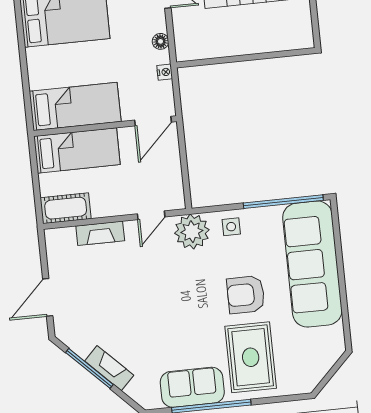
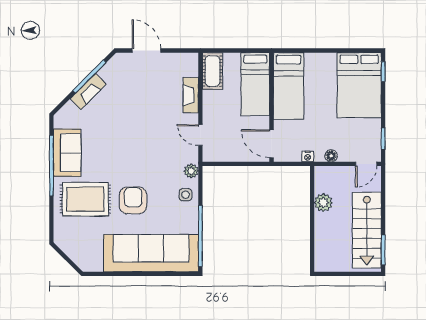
plant: (223, 45) -> (323, 203), added
plant: (192, 232) -> (191, 171), width x0.53, depth x0.53

